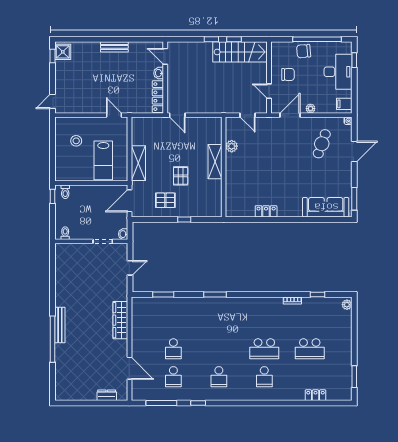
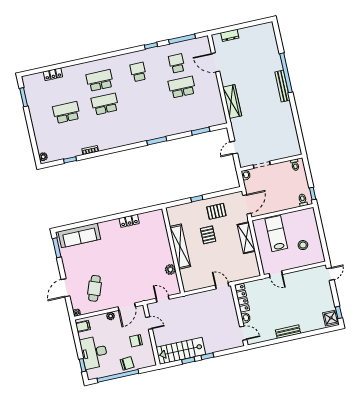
shelving: (215, 162) -> (180, 247), width x1.47
school desk: (173, 349) -> (182, 87), width x1.85
school desk: (264, 377) -> (100, 80), width x1.85

